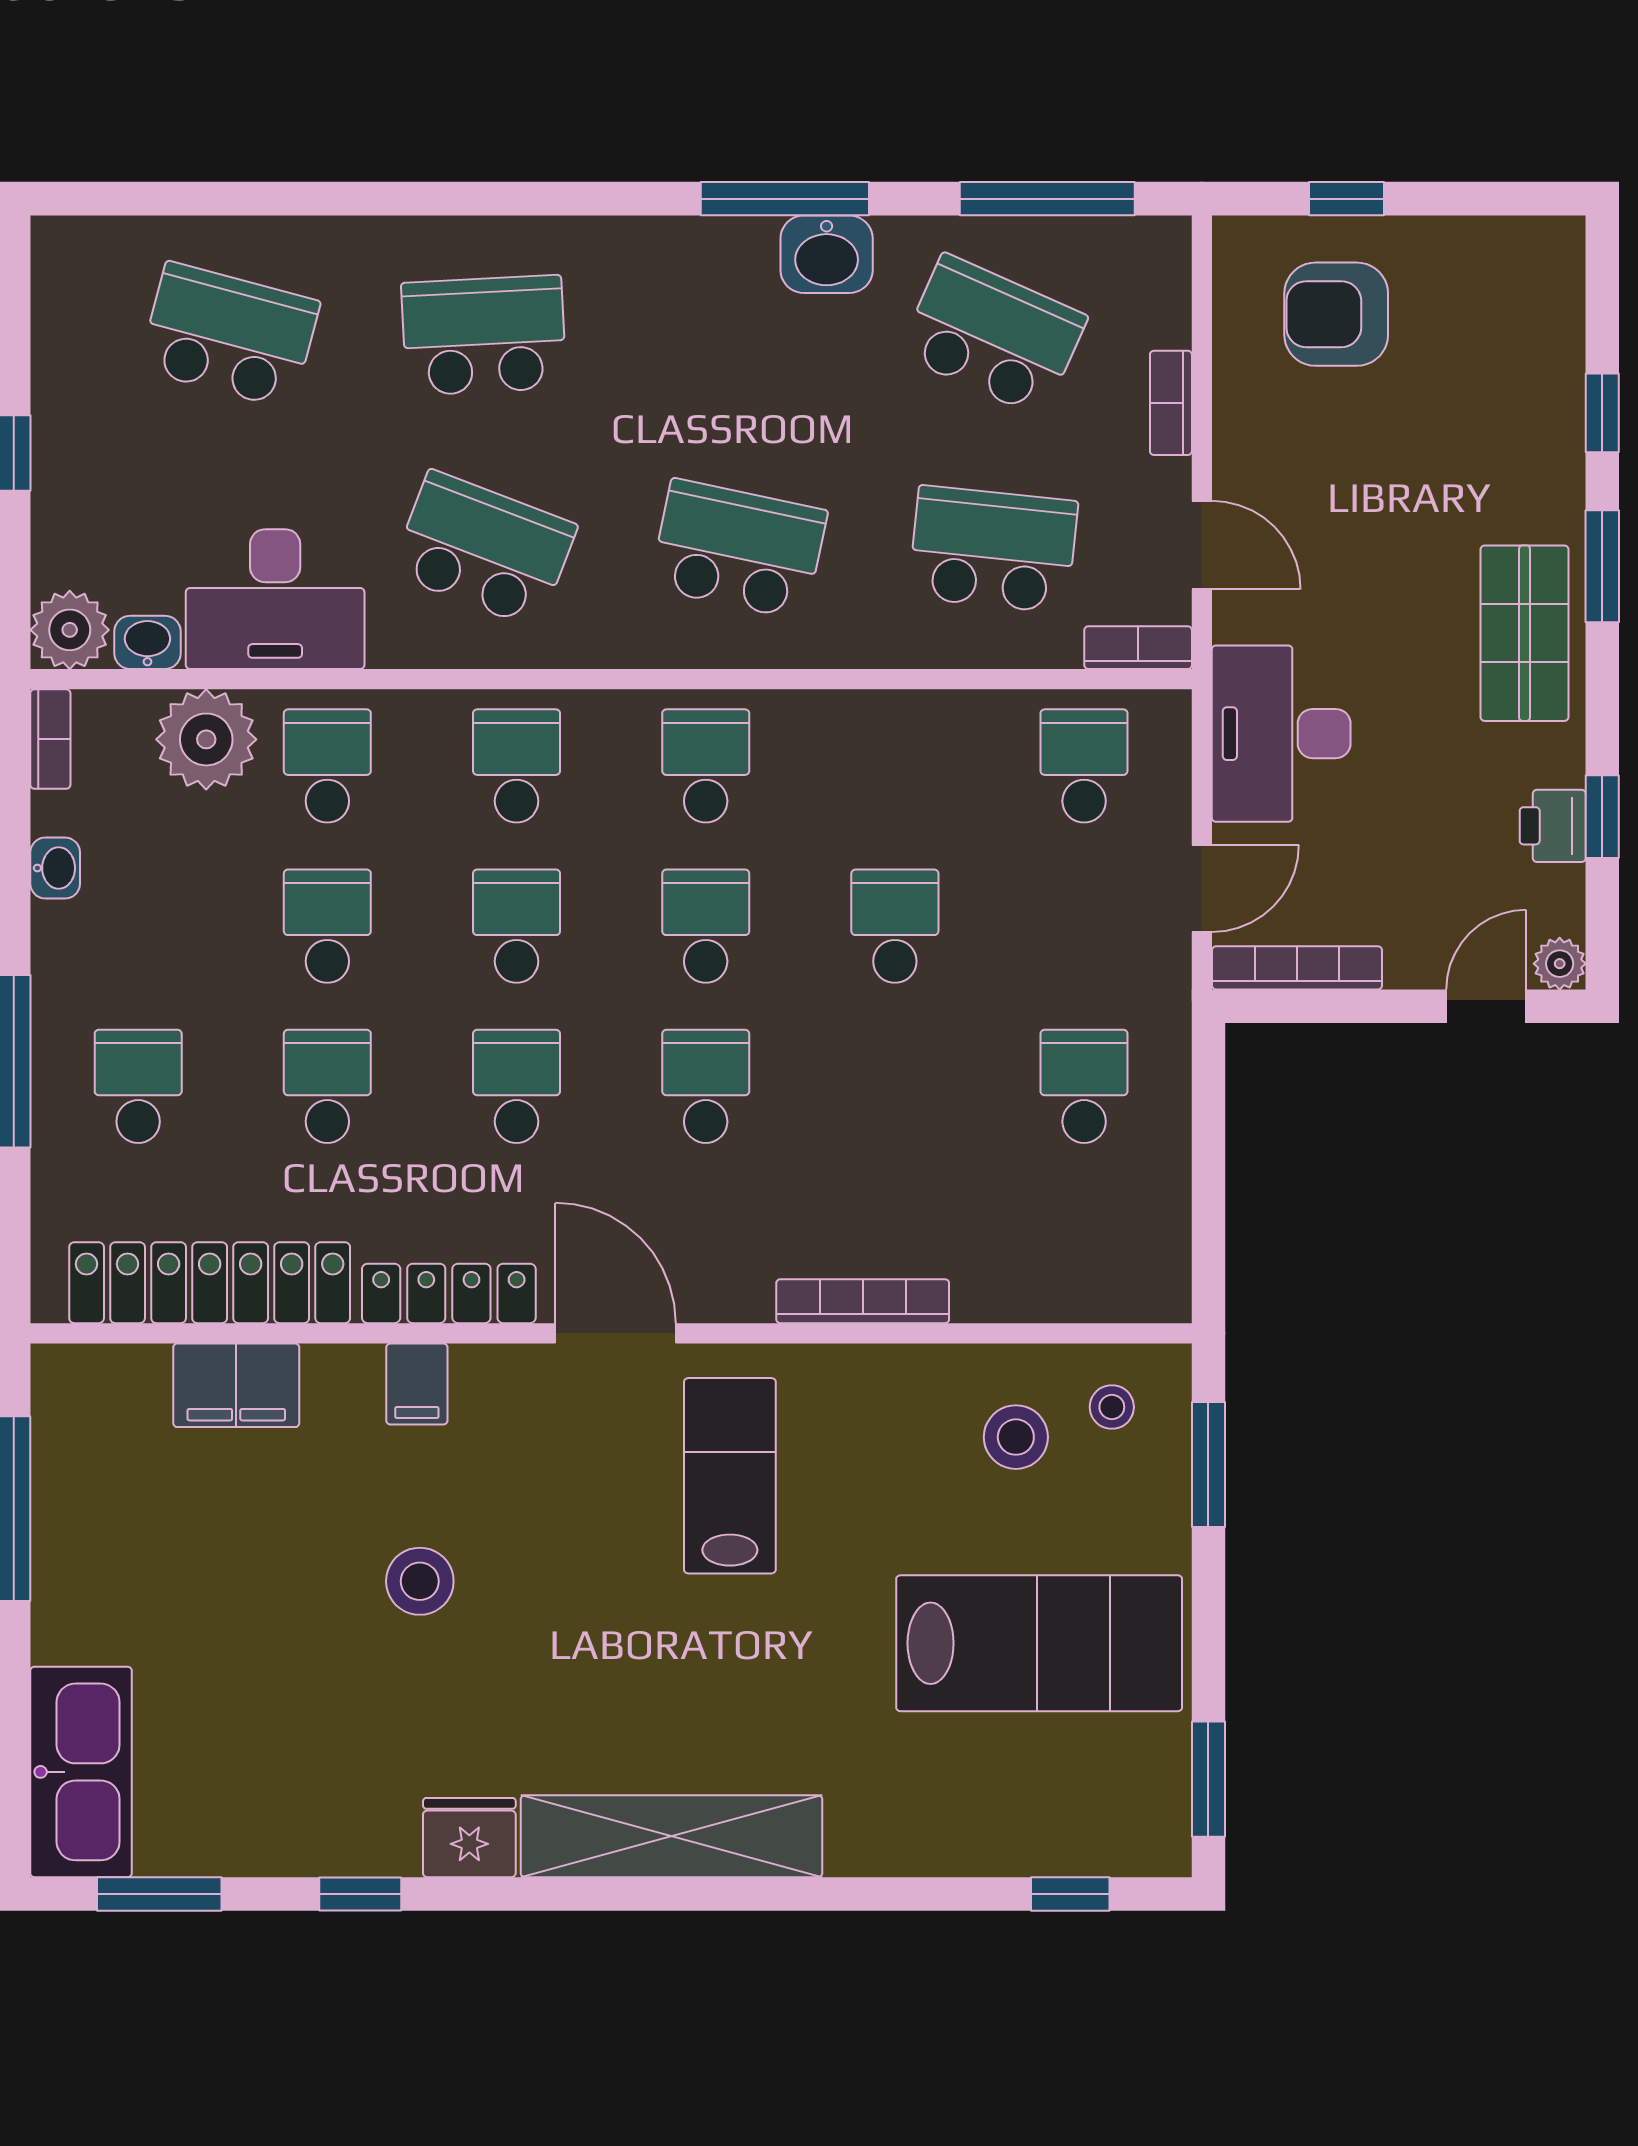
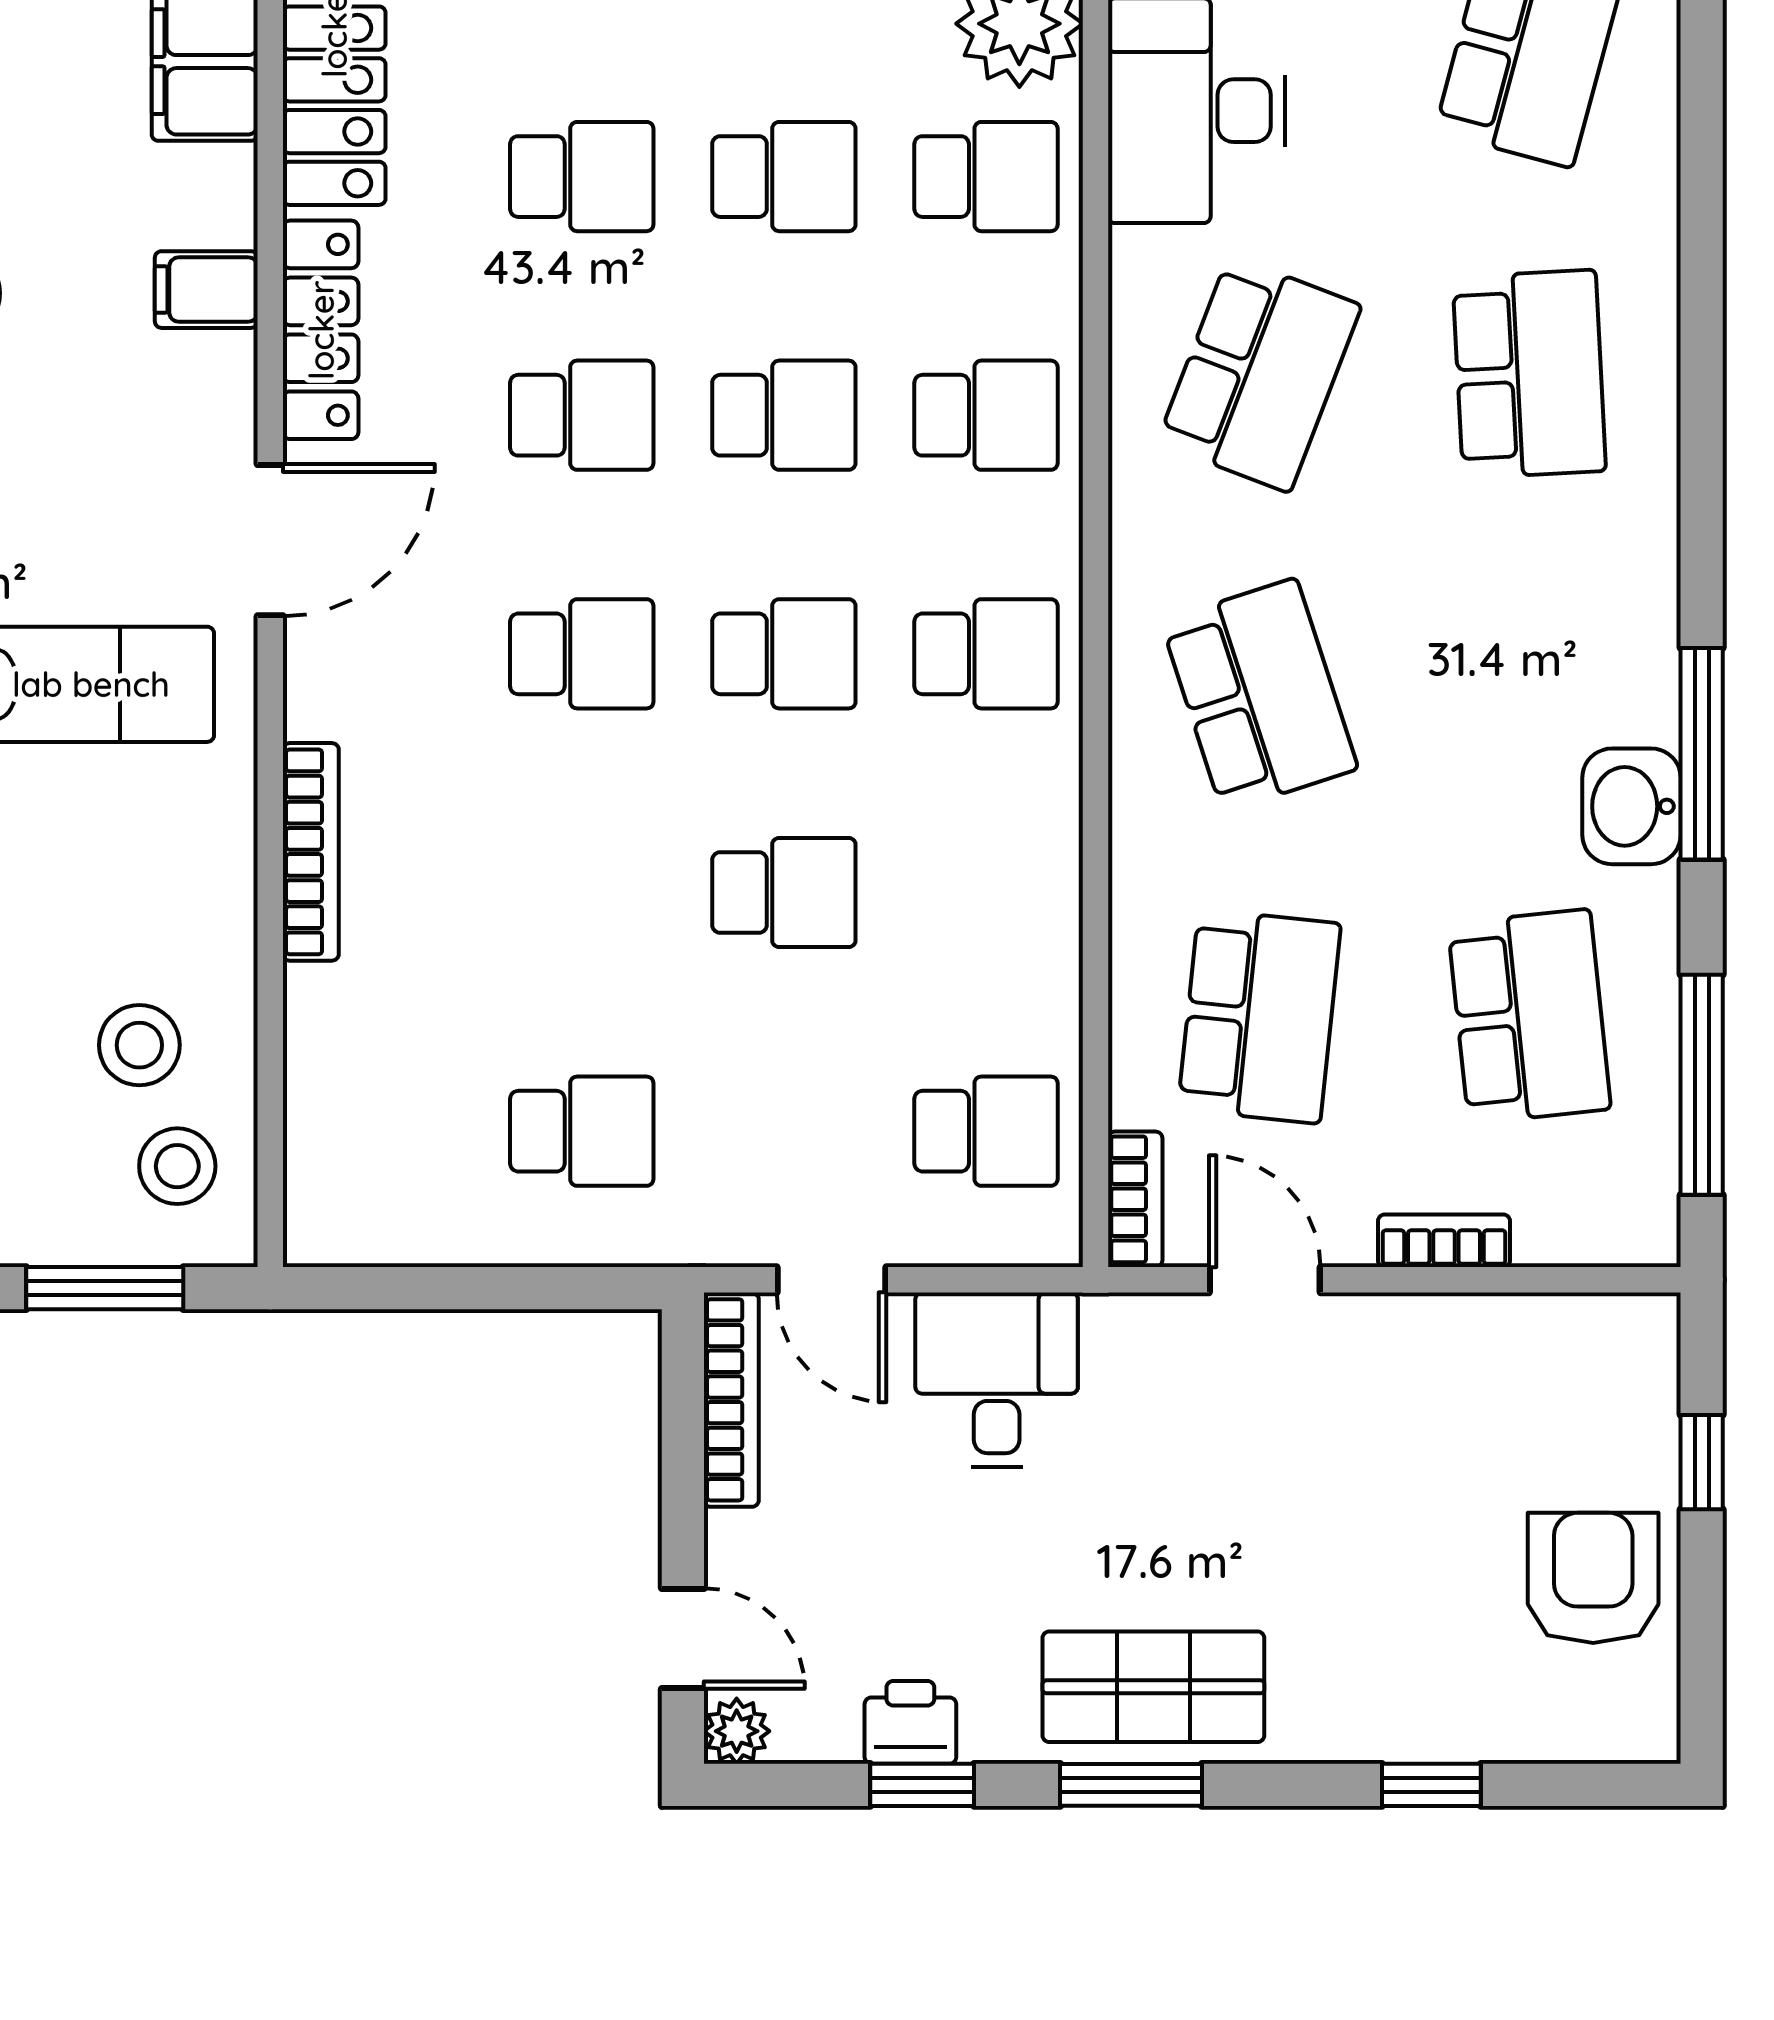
armchair: (1336, 314) -> (1593, 1578), moved
school desk: (993, 335) -> (1529, 1016), turned -30
door: (1202, 545) -> (1265, 1280), swing flipped
school desk: (738, 549) -> (1259, 695), turned -30
window: (1602, 566) -> (1131, 1785), moved
desk: (1281, 734) -> (997, 1380), width x0.73
stool: (1112, 1407) -> (177, 1166), width x1.37, depth x1.37

